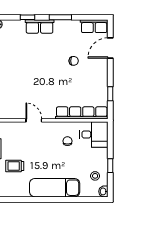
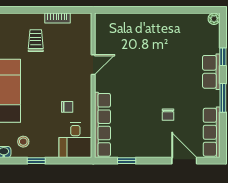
row of seats: (94, 26) -> (212, 132), width x1.48

